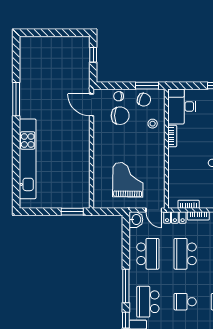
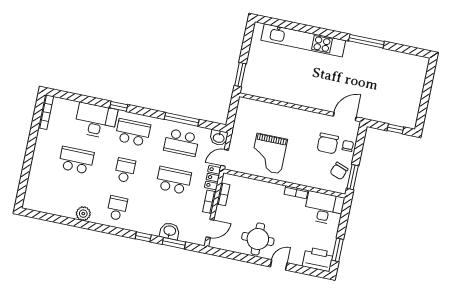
stool: (153, 124) -> (313, 175), removed
grand piano: (128, 180) -> (269, 154), moved, turned 89
window: (126, 286) -> (182, 119), moved

